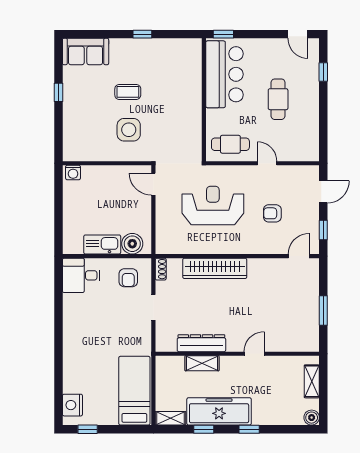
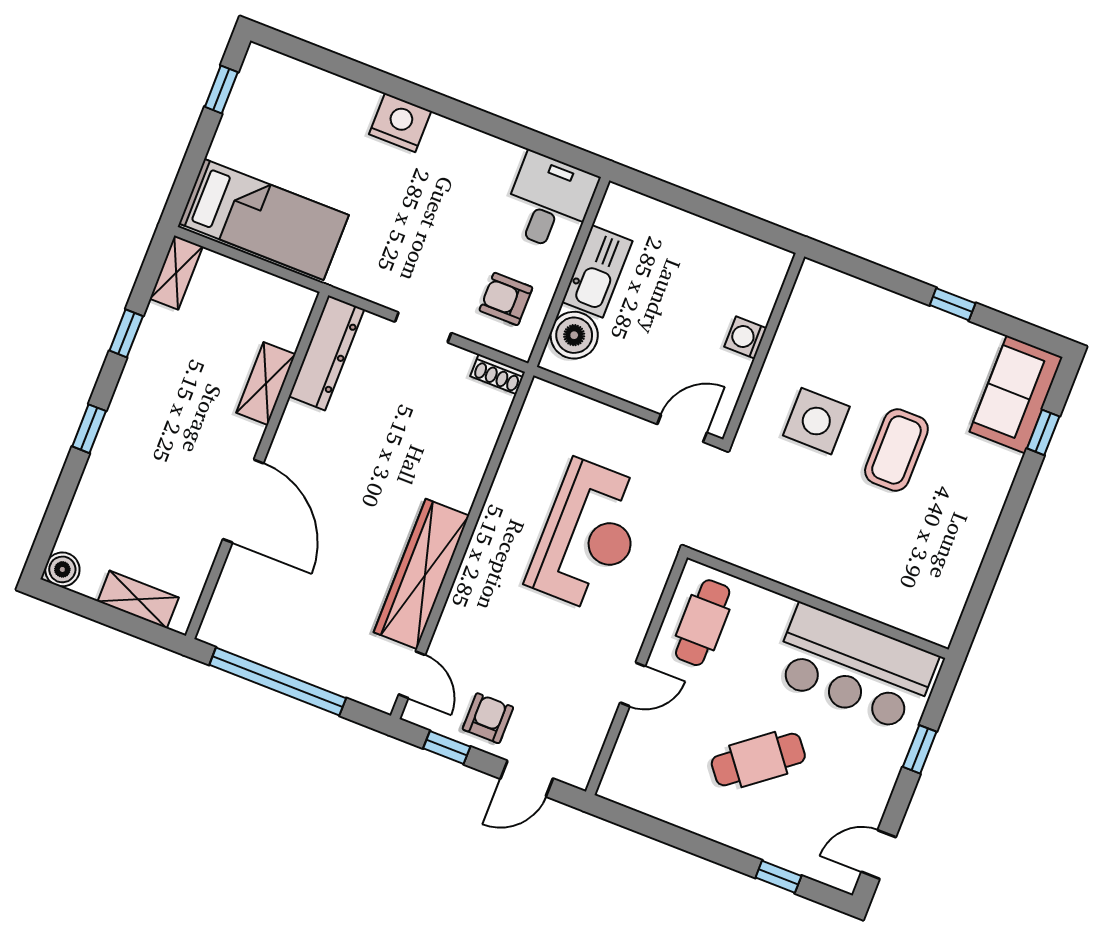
window: (142, 34) -> (1043, 432), moved
window: (223, 34) -> (920, 749), moved
coffee table: (128, 92) -> (896, 450), width x1.36, depth x1.30
cafe table: (278, 99) -> (758, 760), turned -38
washing machine: (73, 173) -> (745, 337), moved
door: (323, 192) -> (527, 779), hinge flipped
armchair: (272, 213) -> (488, 718), moved
wardrobe: (215, 268) -> (421, 574), moved
window: (323, 310) -> (278, 682), width x2.11
dresser: (201, 343) -> (327, 353), moved
door: (254, 354) -> (243, 501), width x1.88
nightstand: (72, 405) -> (400, 123), moved
freezer: (219, 411) -> (151, 380), removed

